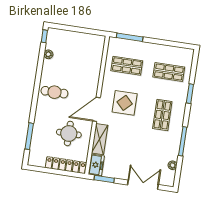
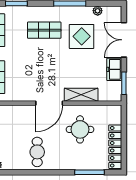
display table: (125, 103) -> (82, 36), moved
door: (96, 109) -> (49, 103), hinge flipped
locker: (66, 165) -> (115, 147), moved
freezer: (96, 165) -> (114, 69), moved, turned -90

